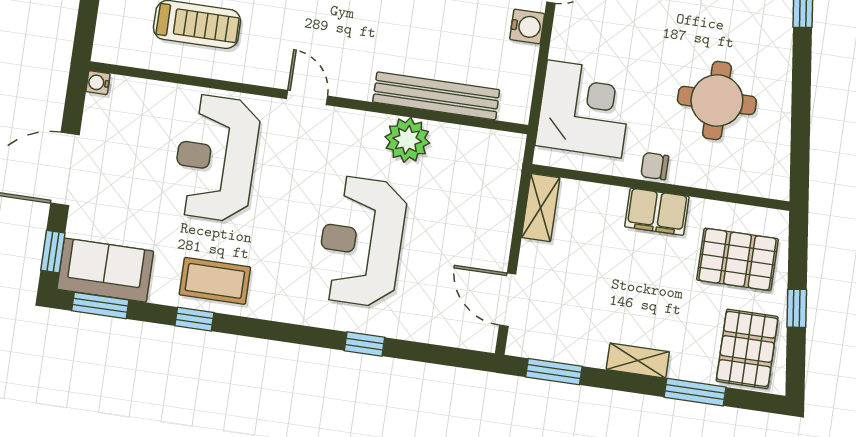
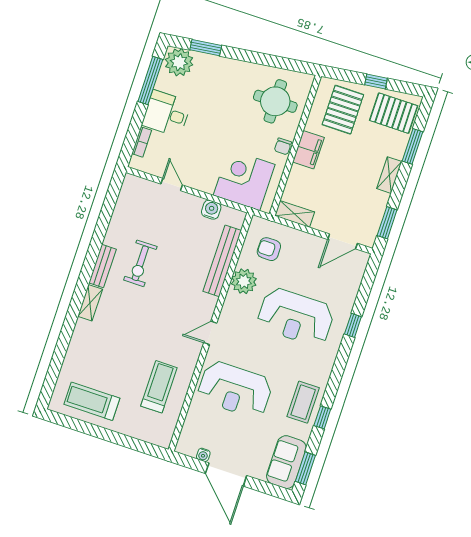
water cooler: (527, 27) -> (211, 210), moved
water cooler: (98, 83) -> (203, 455), moved
round table: (717, 101) -> (275, 101), moved
armchair: (471, 174) -> (269, 249), added
window: (53, 252) -> (271, 489), removed

